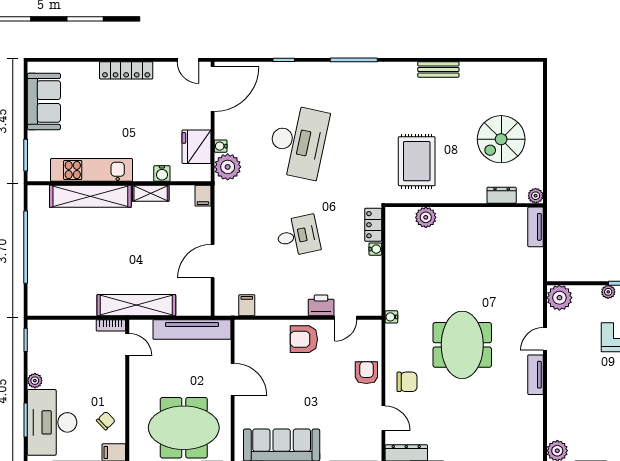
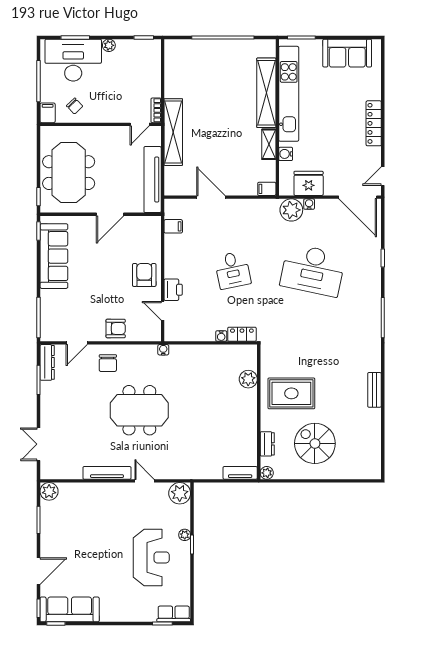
rug: (417, 161) -> (291, 393), moved
kitchen unit: (92, 170) -> (289, 94), width x1.36
tv unit: (536, 375) -> (107, 473), width x1.41

